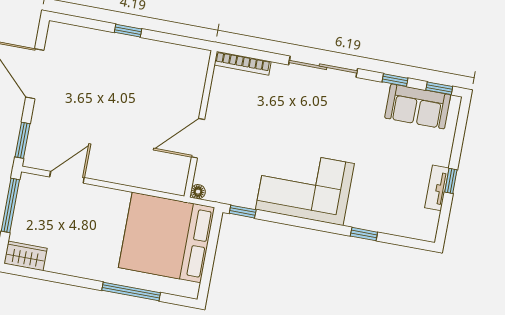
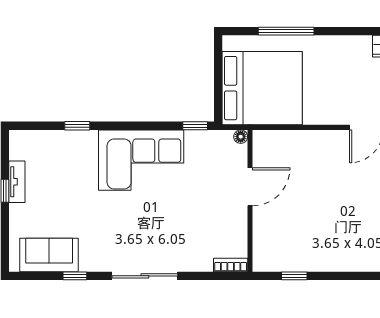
window: (128, 31) -> (294, 276), moved
bookcase: (243, 63) -> (231, 265), width x0.64
window: (439, 88) -> (32, 276), removed

